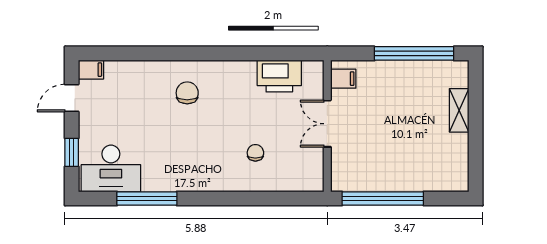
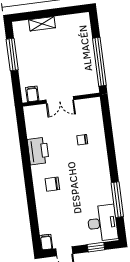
window: (414, 53) -> (12, 55), width x0.68
printer: (279, 76) -> (38, 151), moved

